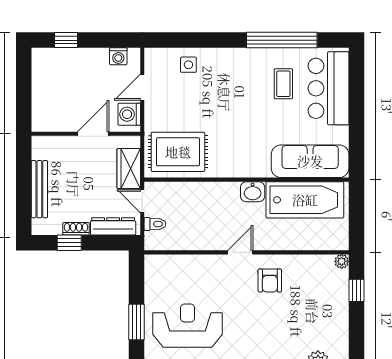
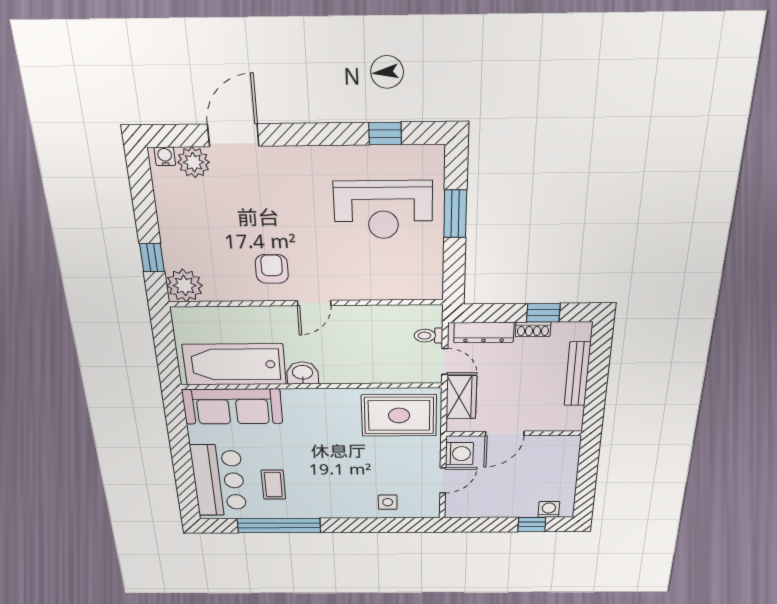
washing machine: (118, 56) -> (549, 509), moved
plant: (342, 261) -> (185, 285), width x1.88, depth x1.88

